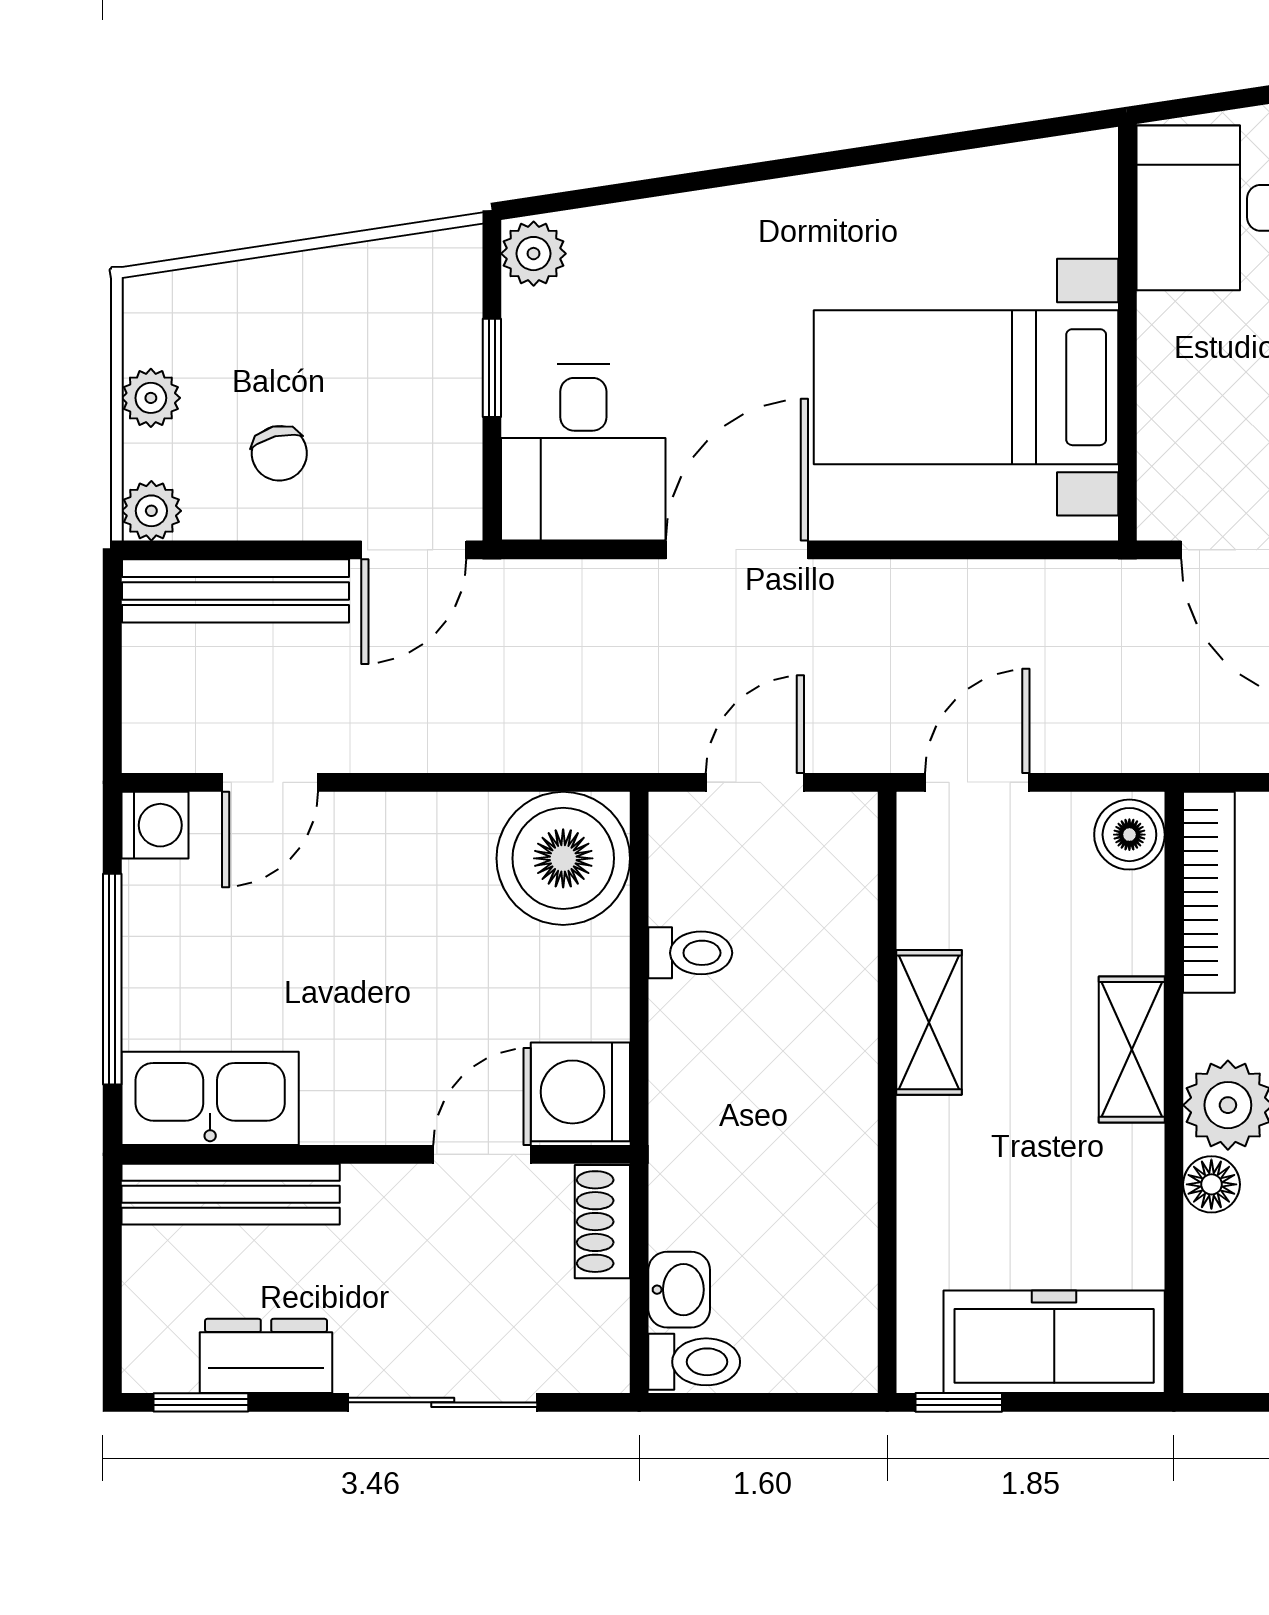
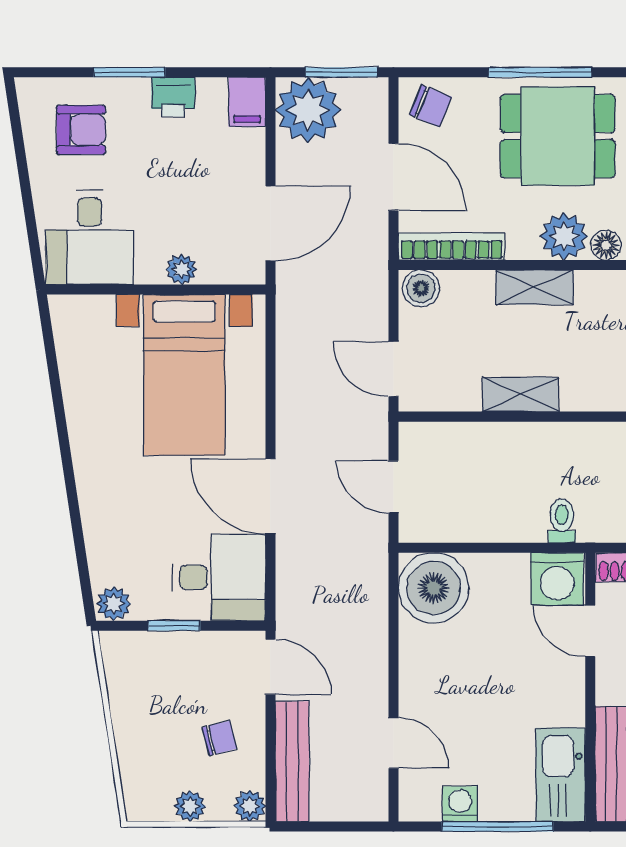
plant: (1166, 381) -> (181, 269), added
washing machine: (155, 825) -> (460, 804), moved
toilet: (690, 953) -> (562, 521), moved

